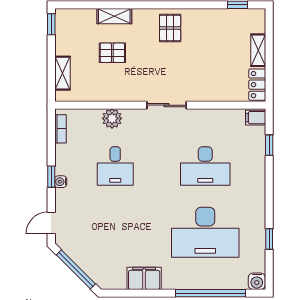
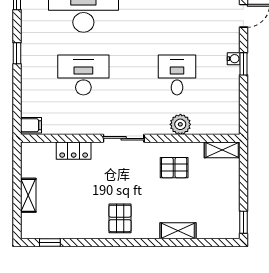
pallet: (112, 53) -> (174, 168), moved
shelving: (62, 73) -> (222, 150), moved, turned 90
locker: (257, 85) -> (74, 151), moved, turned 90
bookcase: (60, 129) -> (234, 114), removed
window: (269, 145) -> (17, 53), moved

